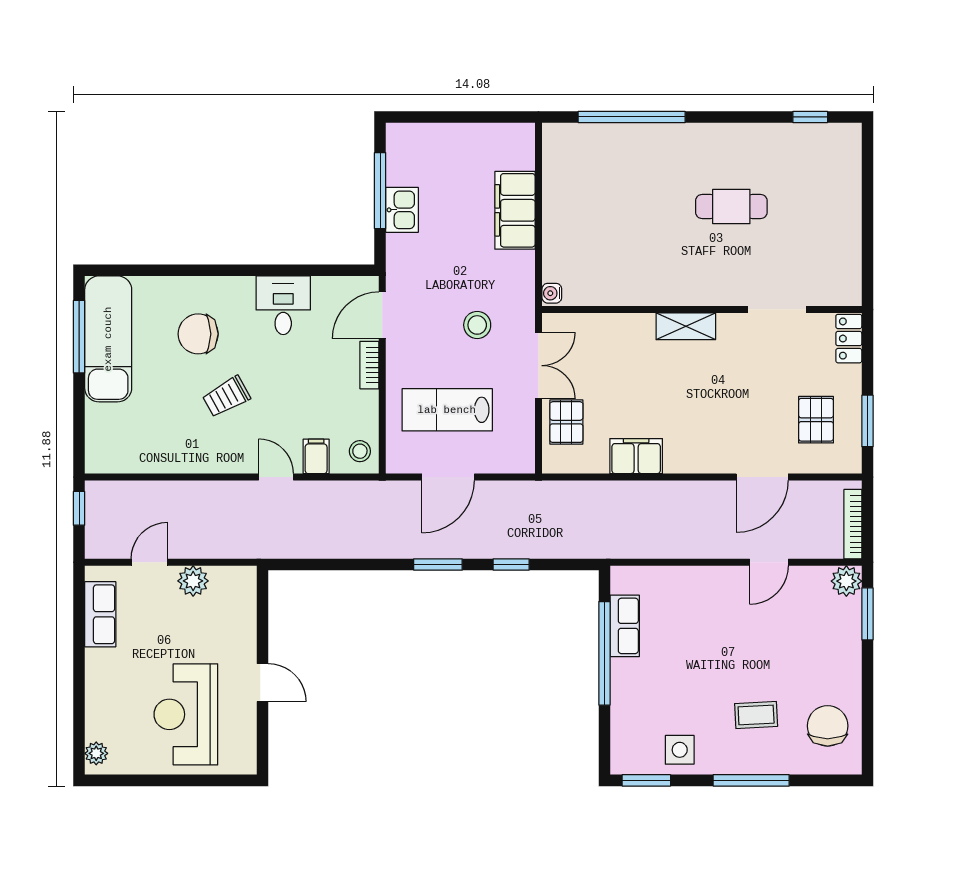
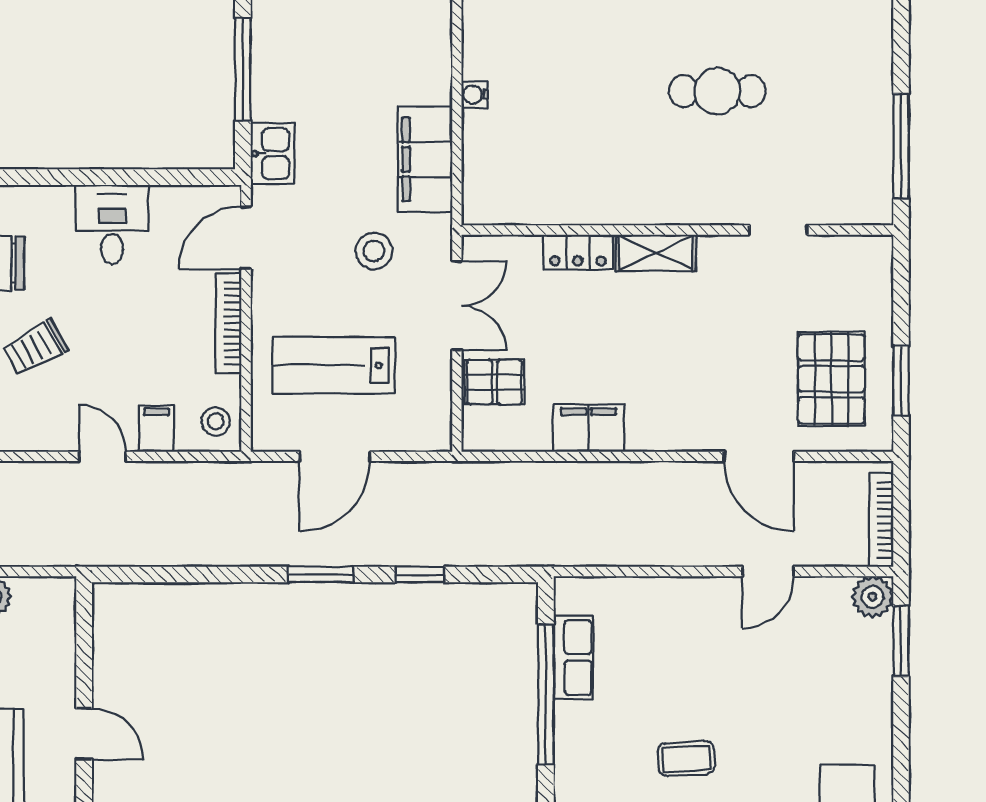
kitchen sink: (402, 210) -> (273, 154), moved
filing cabinet: (515, 210) -> (425, 159), moved
window: (867, 247) -> (901, 146), added
water cooler: (552, 293) -> (475, 95), moved
doorway: (777, 309) -> (778, 230), width x0.73
locker: (849, 339) -> (578, 252), moved, turned -90
bookcase: (369, 365) -> (228, 323), width x1.56
pallet: (816, 420) -> (831, 379), width x1.50, depth x1.42
pallet: (566, 422) -> (494, 382), turned 90
door: (762, 477) -> (759, 456), hinge flipped
coffee table: (756, 715) -> (686, 759), moved

